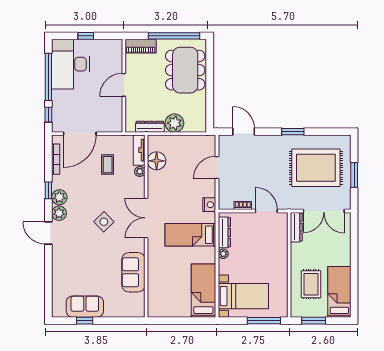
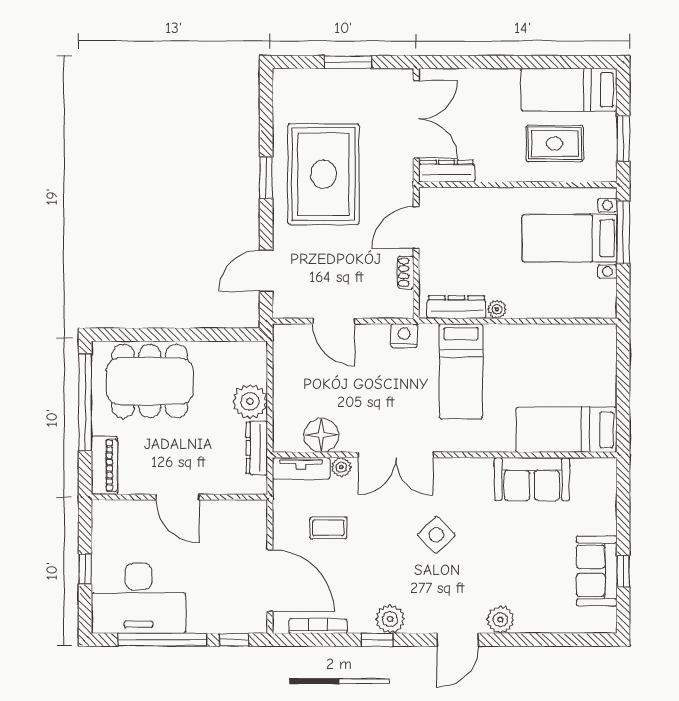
rug: (316, 168) -> (323, 174), moved
plant: (59, 213) -> (500, 620), moved
double door: (146, 218) -> (396, 455), moved
bed: (203, 291) -> (566, 430), moved
bed with nightstands: (243, 296) -> (570, 238), moved, turned -90

